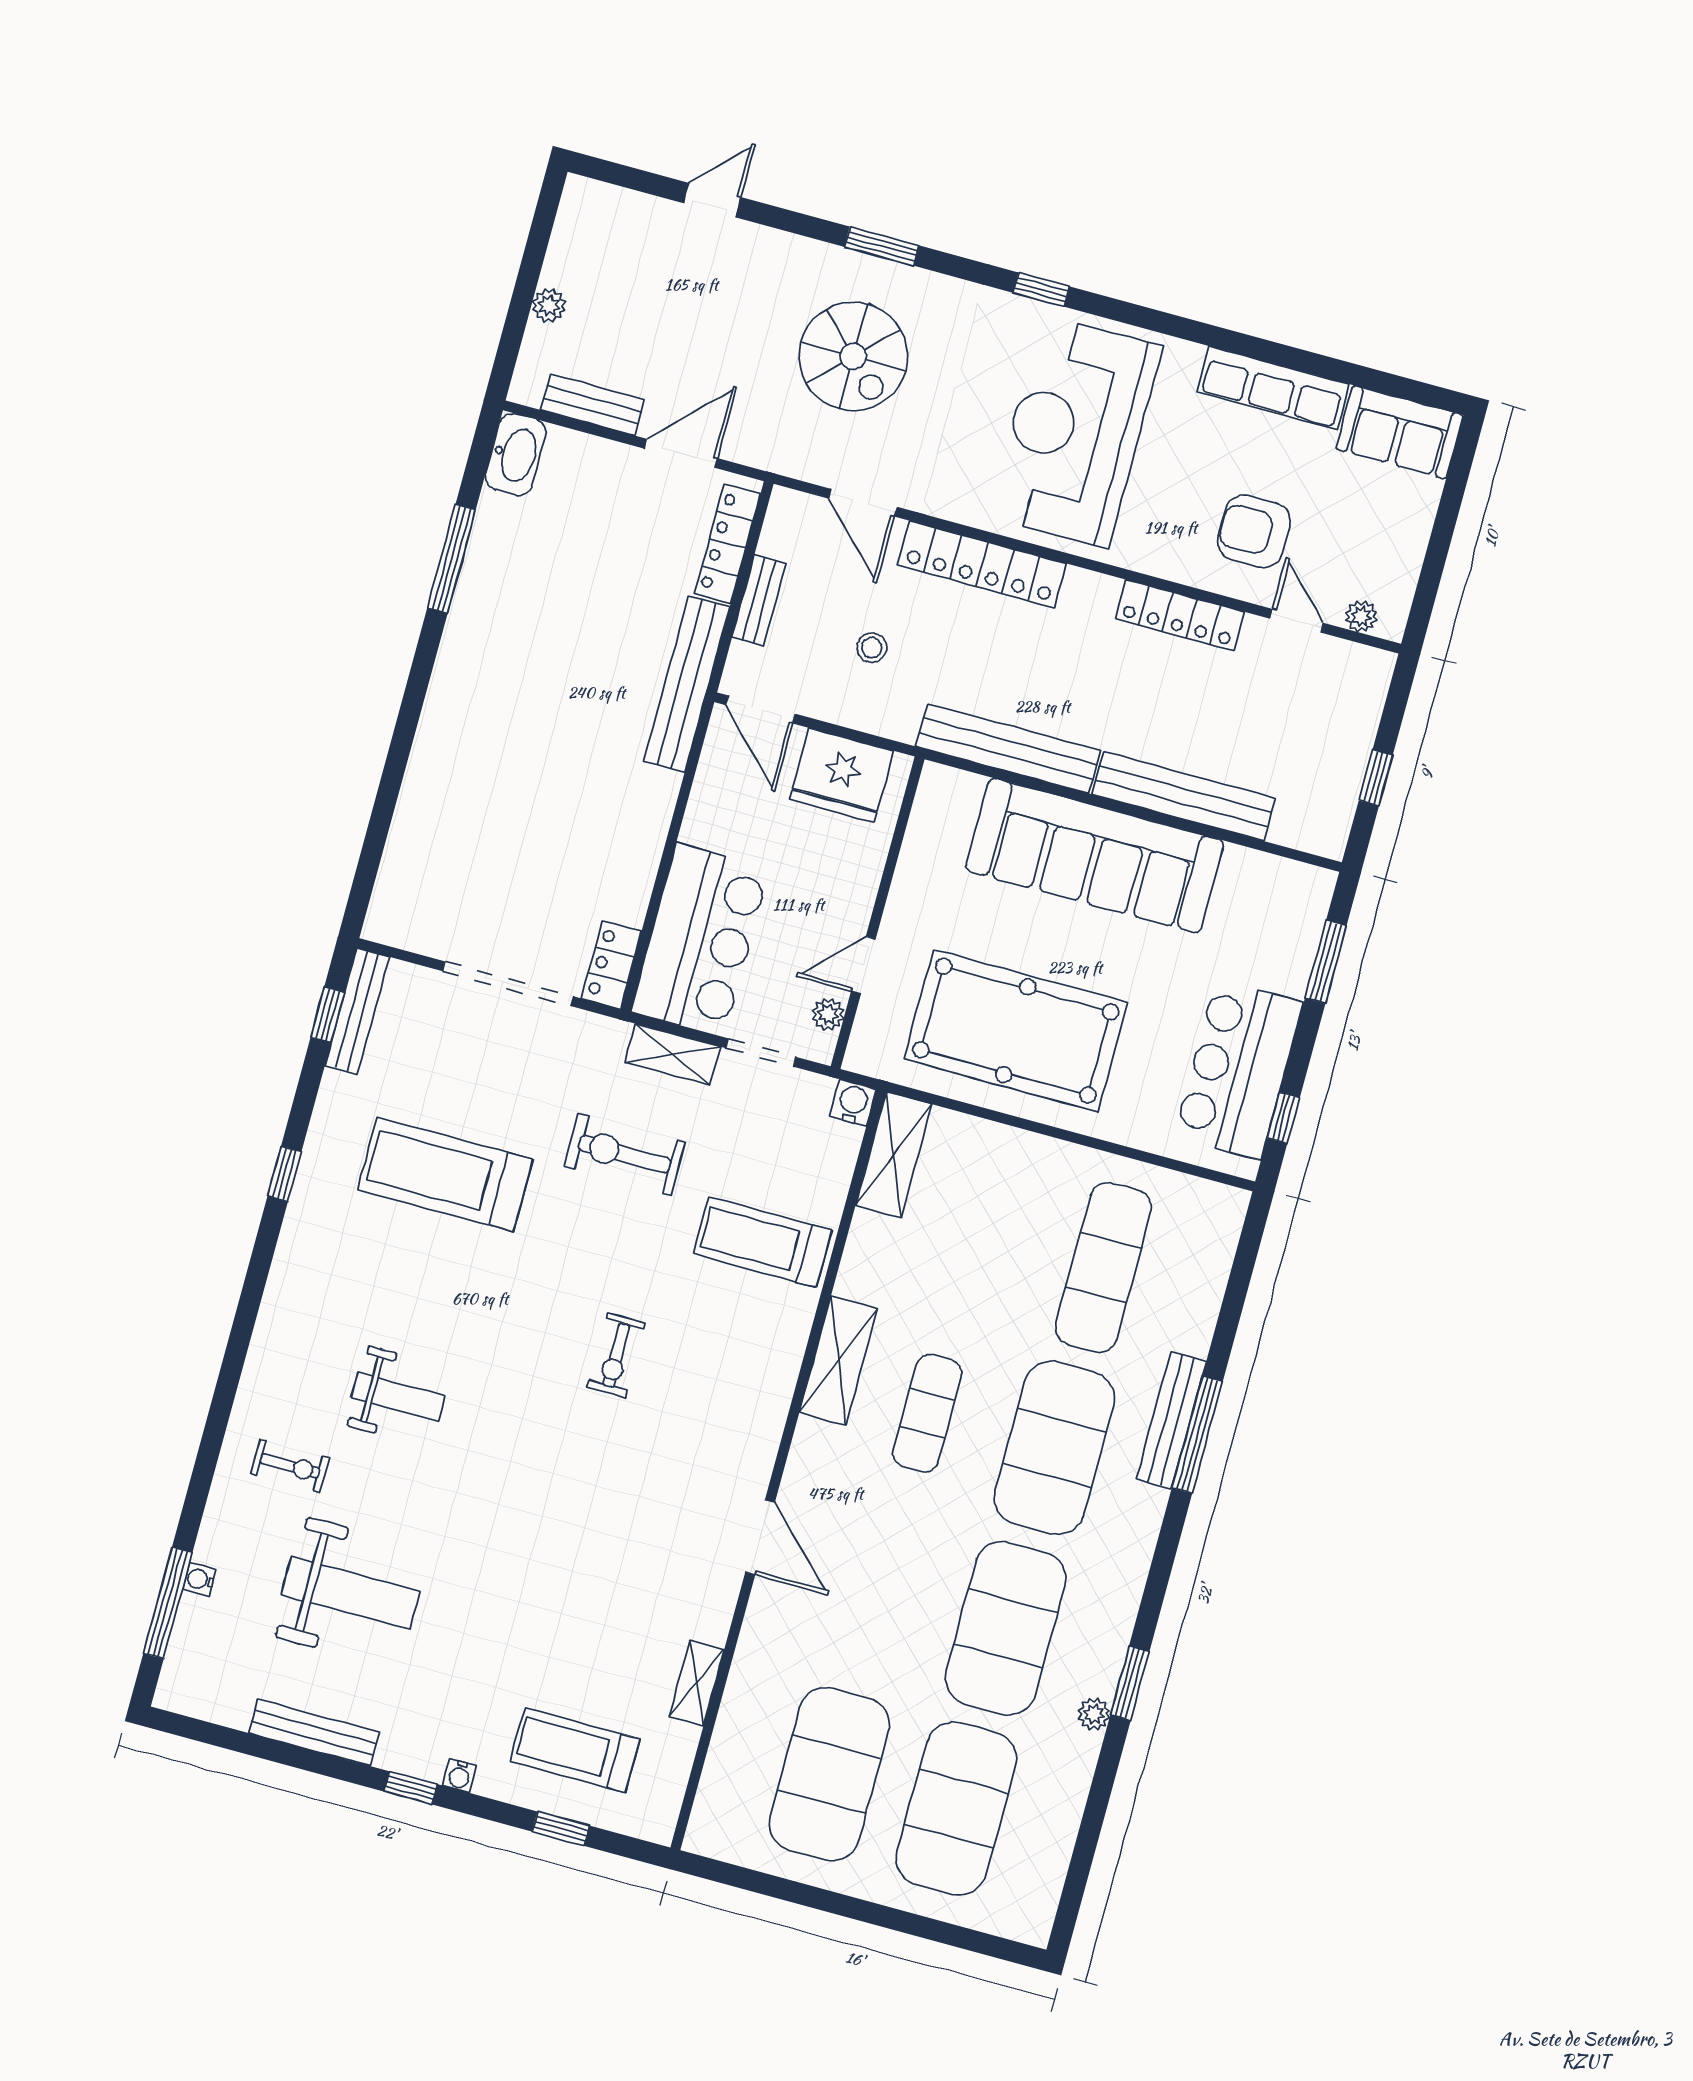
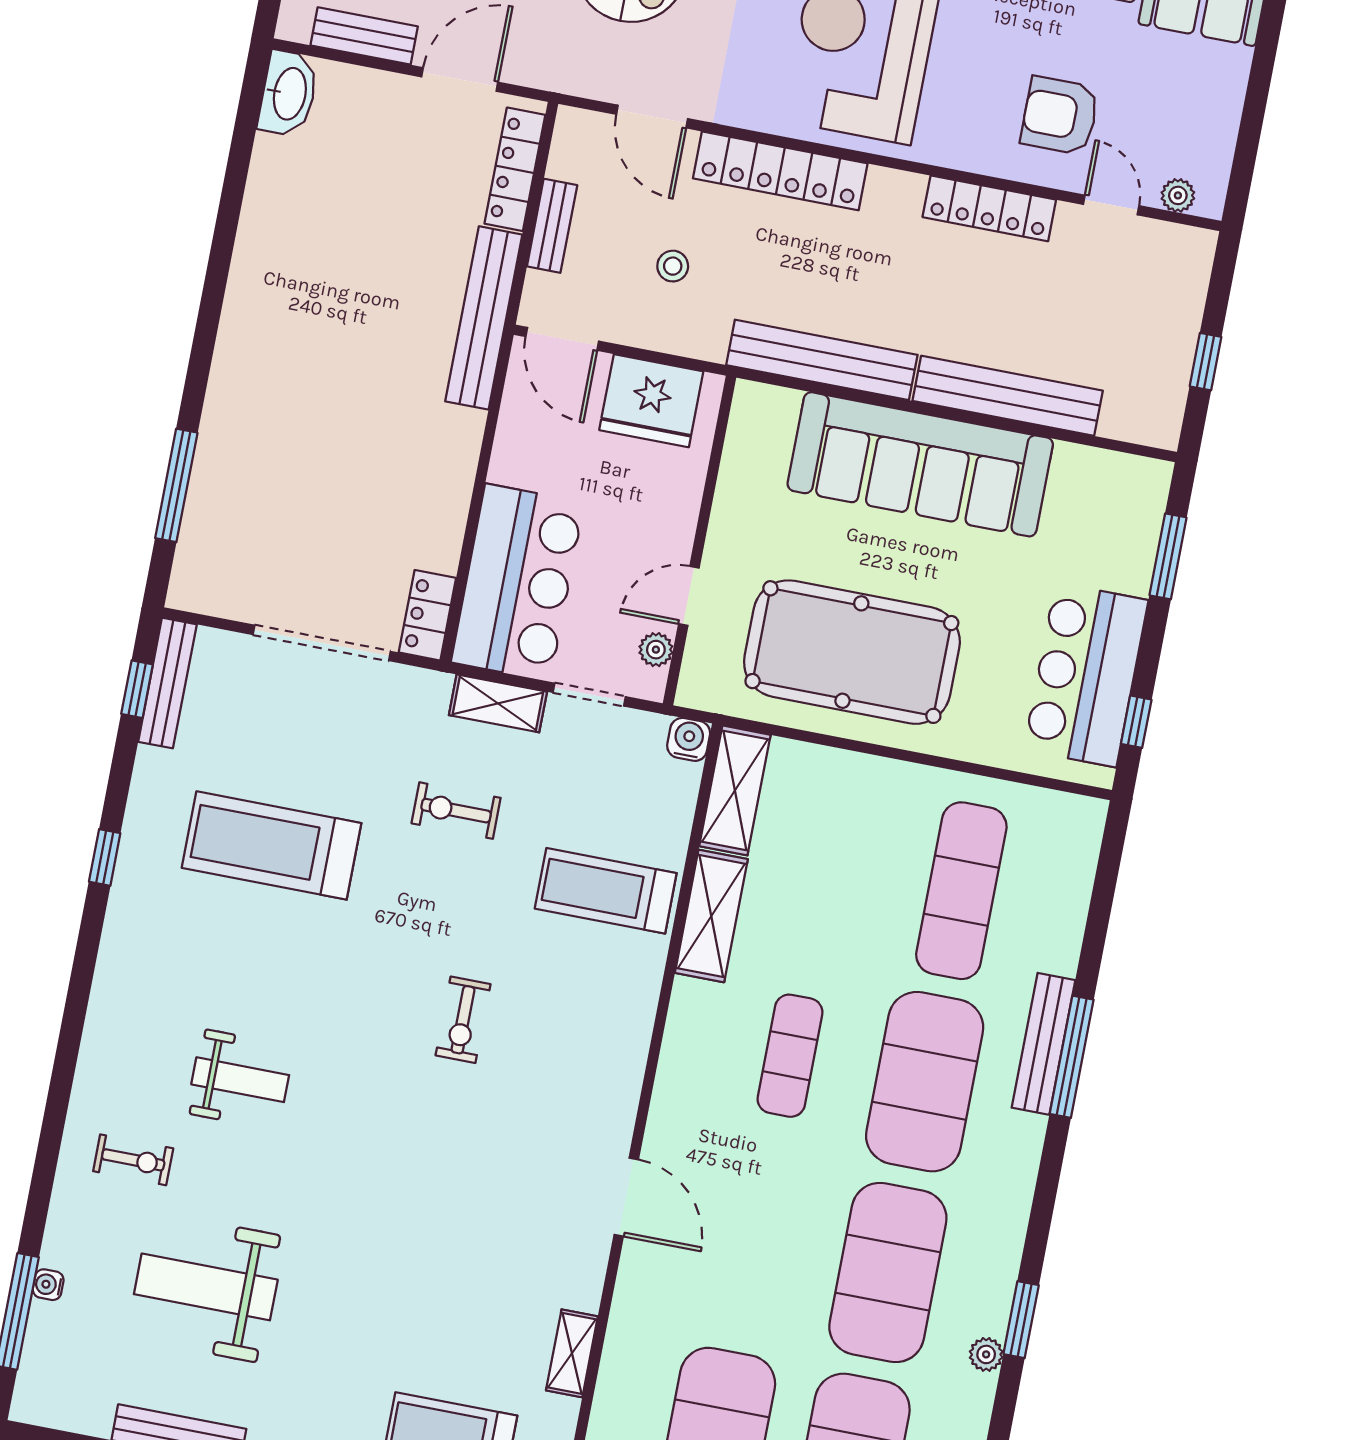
window: (452, 559) -> (176, 485), moved
exercise bike: (625, 1154) -> (456, 811), width x0.73, depth x0.72
shelving: (838, 1361) -> (711, 916), moved
weight bench: (350, 1593) -> (206, 1287), turned 180

